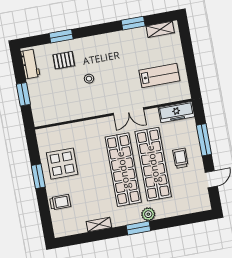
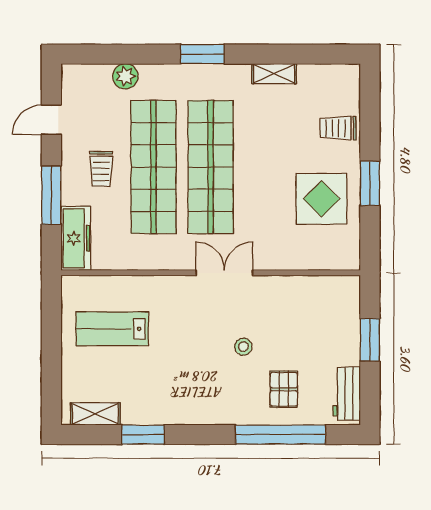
window: (61, 36) -> (280, 435), width x2.11
pallet: (64, 60) -> (284, 389), turned 90
double door: (128, 111) -> (224, 273), moved
freezer: (176, 112) -> (76, 238), moved, turned 90
plant: (148, 214) -> (125, 76), moved

